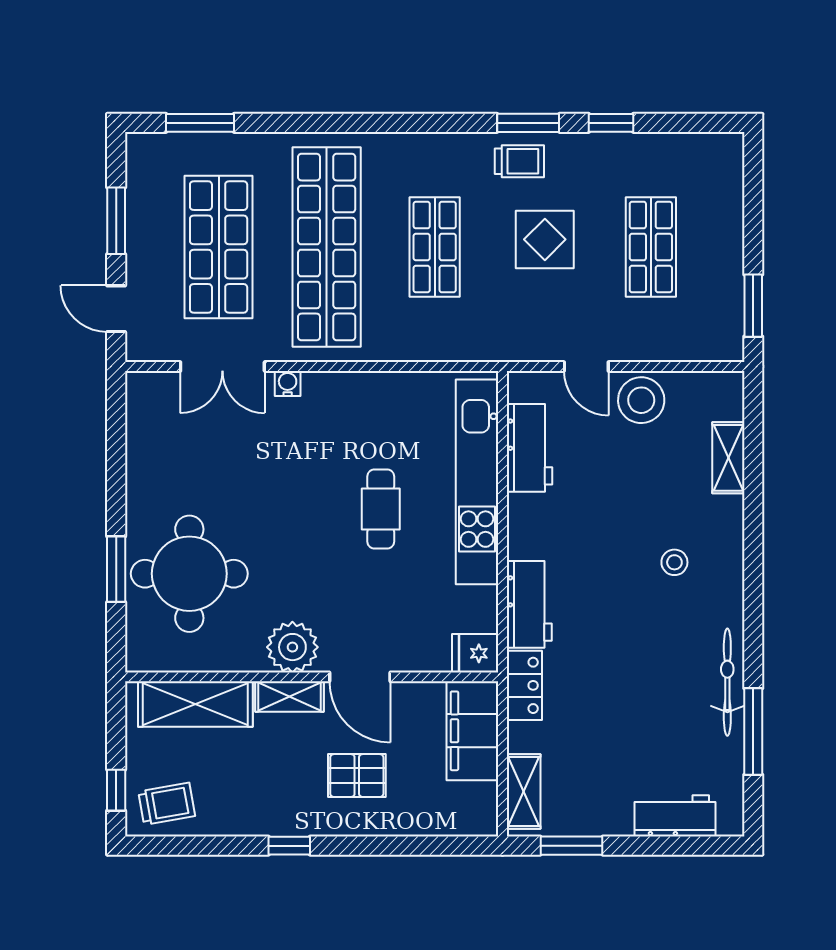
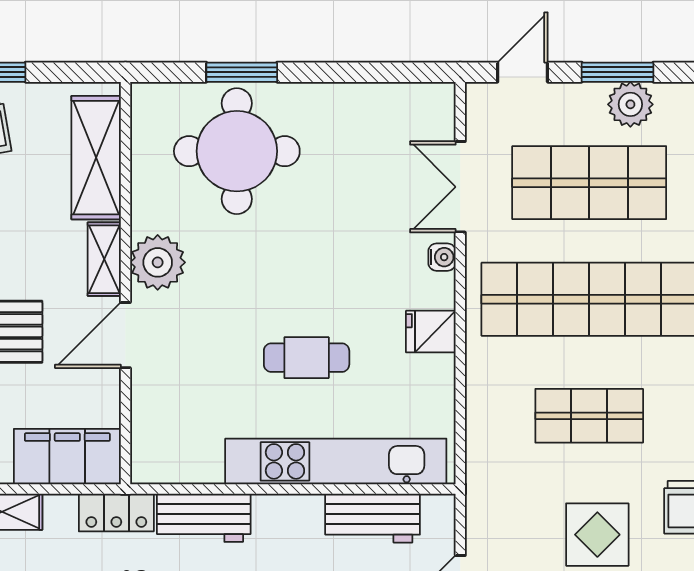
plant: (146, 209) -> (630, 104), added
fridge: (475, 653) -> (431, 332), moved, turned -90

